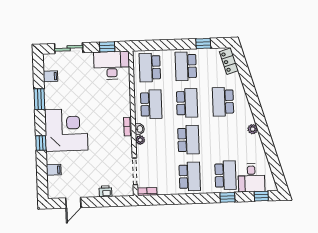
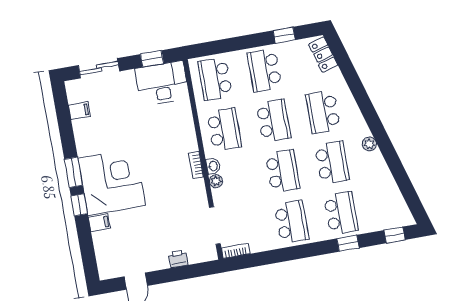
window: (39, 99) -> (73, 172), moved
school desk: (224, 139) -> (332, 163), added
filing cabinet: (54, 170) -> (99, 223), moved
desk: (251, 178) -> (377, 211), removed

